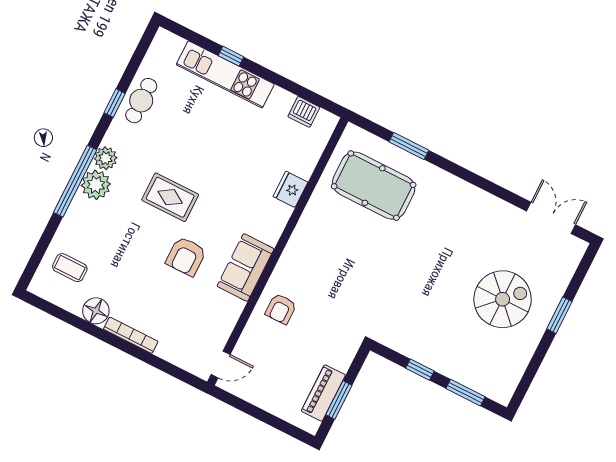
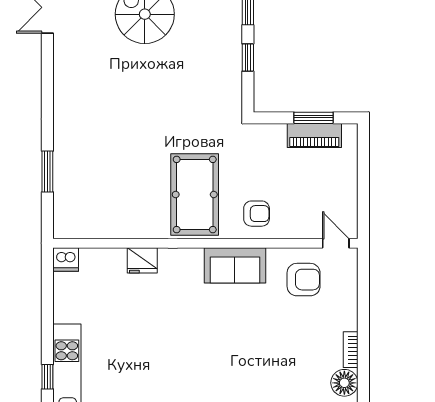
dishwasher: (304, 112) -> (66, 259), moved, turned 90
pool table: (374, 186) -> (195, 194), moved
rug: (170, 197) -> (205, 367), removed
armchair: (186, 256) -> (304, 280), moved
bookcase: (131, 335) -> (351, 350), width x0.64

